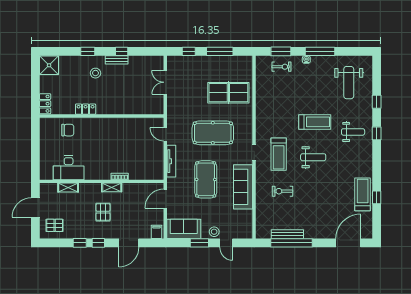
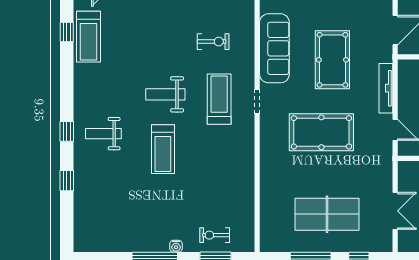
weight bench: (349, 83) -> (110, 210), removed
table tennis table: (228, 93) -> (327, 214), moved
treadmill: (315, 122) -> (163, 149), turned -90

